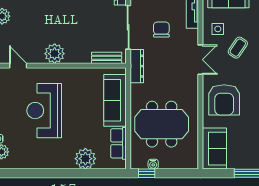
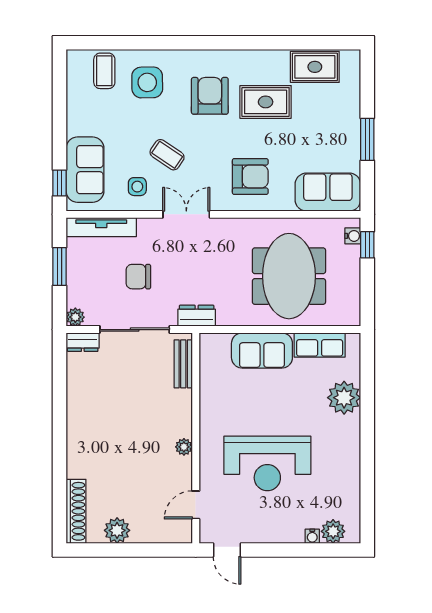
plant: (55, 54) -> (184, 447), width x0.53, depth x0.53
dresser: (137, 66) -> (197, 316), width x0.70
sofa: (115, 100) -> (262, 350), width x0.73
armchair: (224, 100) -> (250, 176), width x0.73, depth x0.73
water cooler: (153, 164) -> (353, 236), moved
window: (147, 173) -> (367, 245), moved

